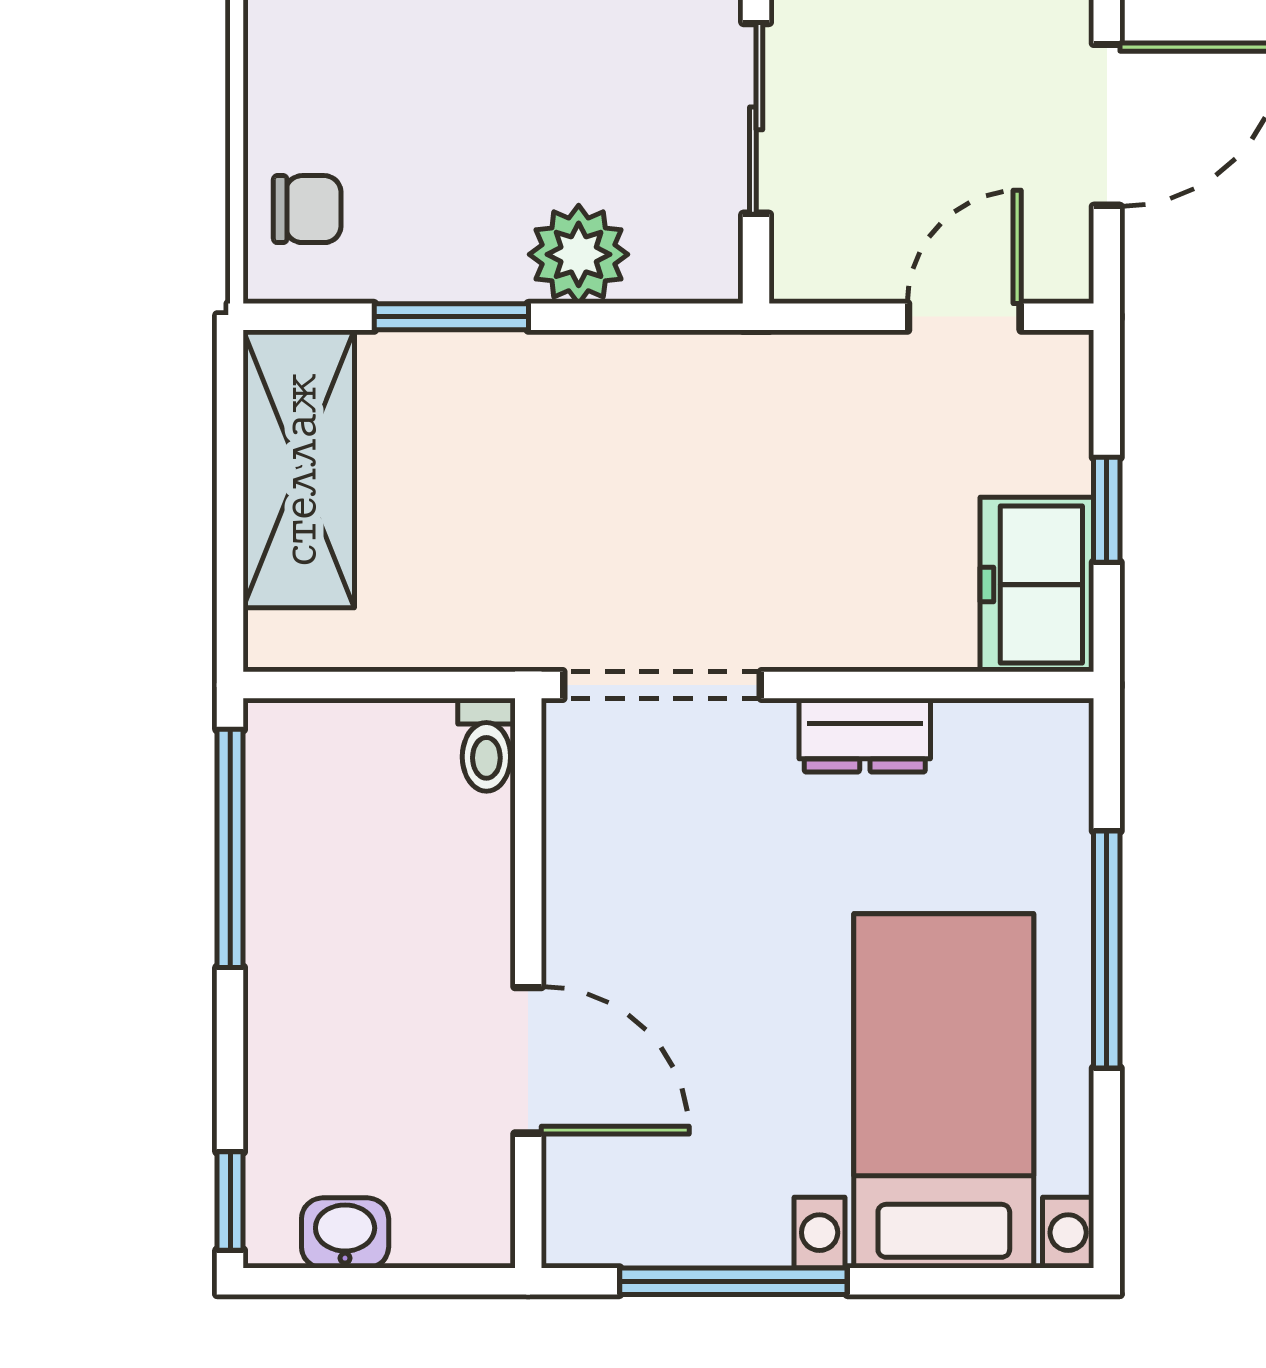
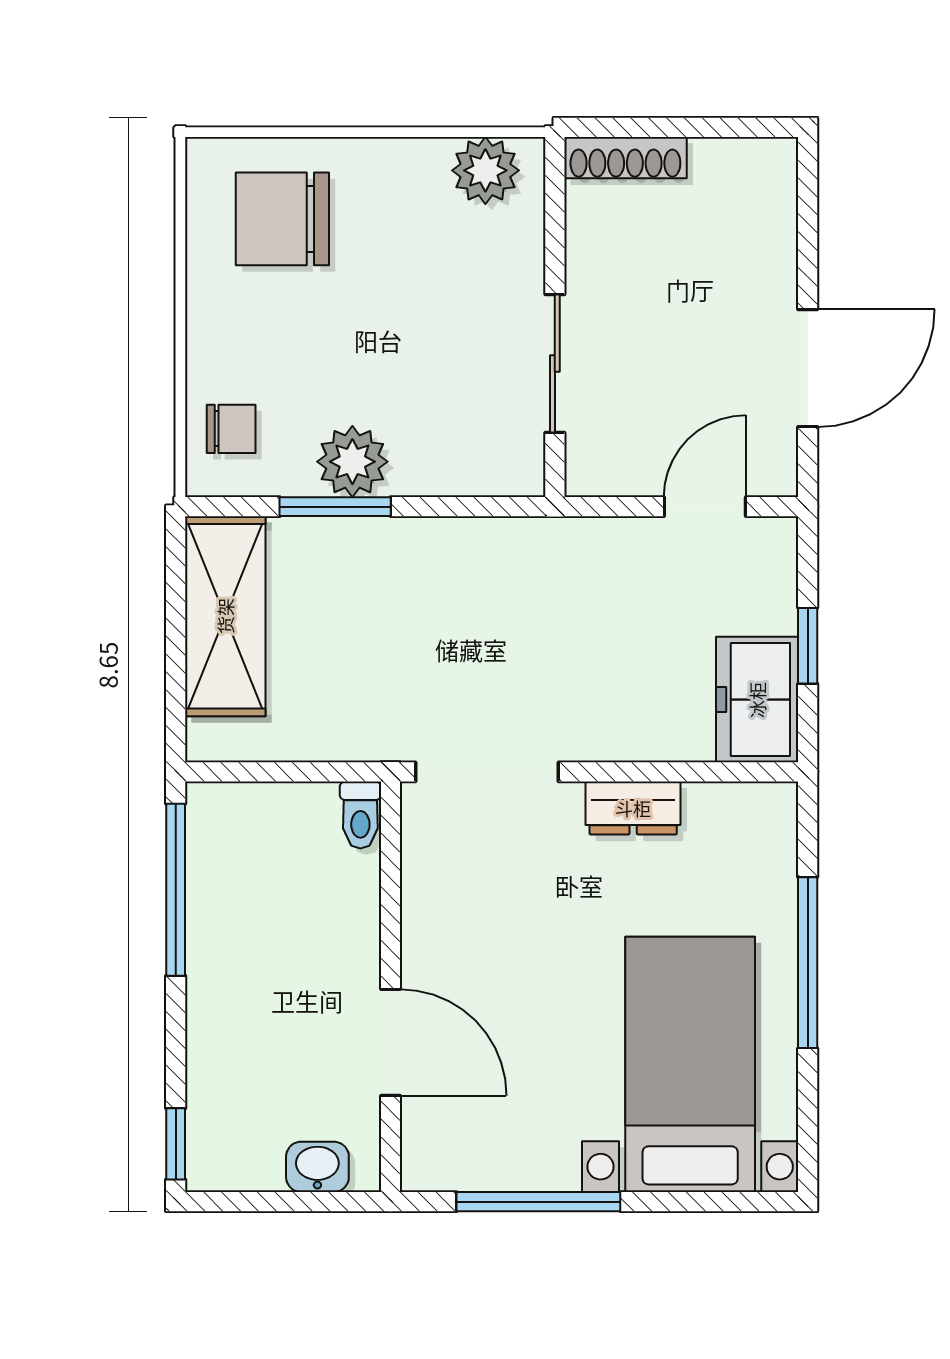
plant: (579, 254) -> (352, 462), moved
washbasin: (345, 1233) -> (317, 1167), moved

